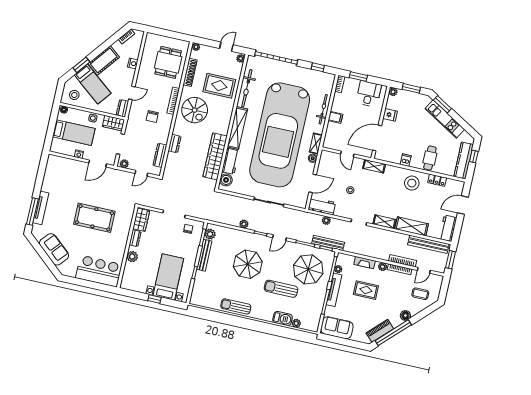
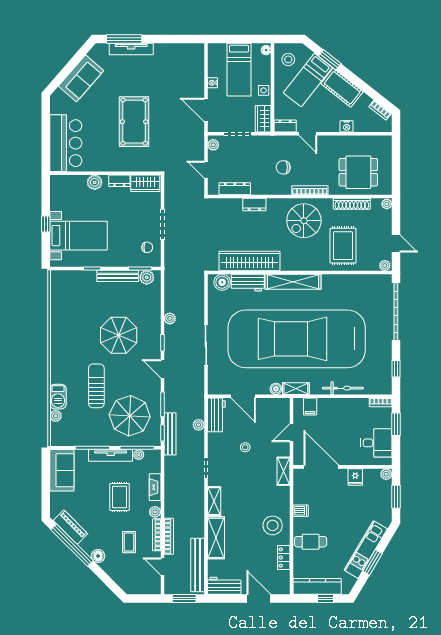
bicycle: (247, 88) -> (348, 282), removed
window: (442, 104) -> (372, 562), moved
filing cabinet: (335, 117) -> (310, 406), moved
coffee table: (420, 294) -> (129, 542), moved
sun lounger: (236, 306) -> (60, 332), removed

